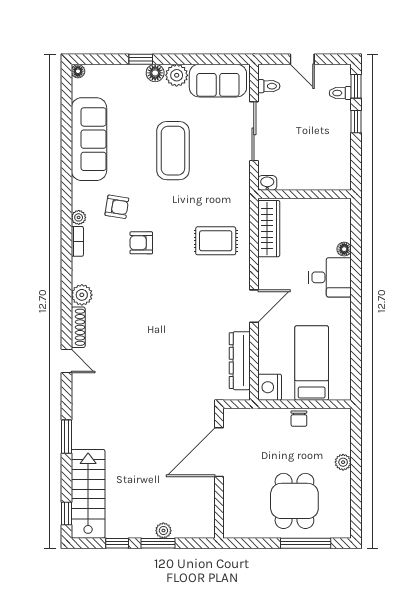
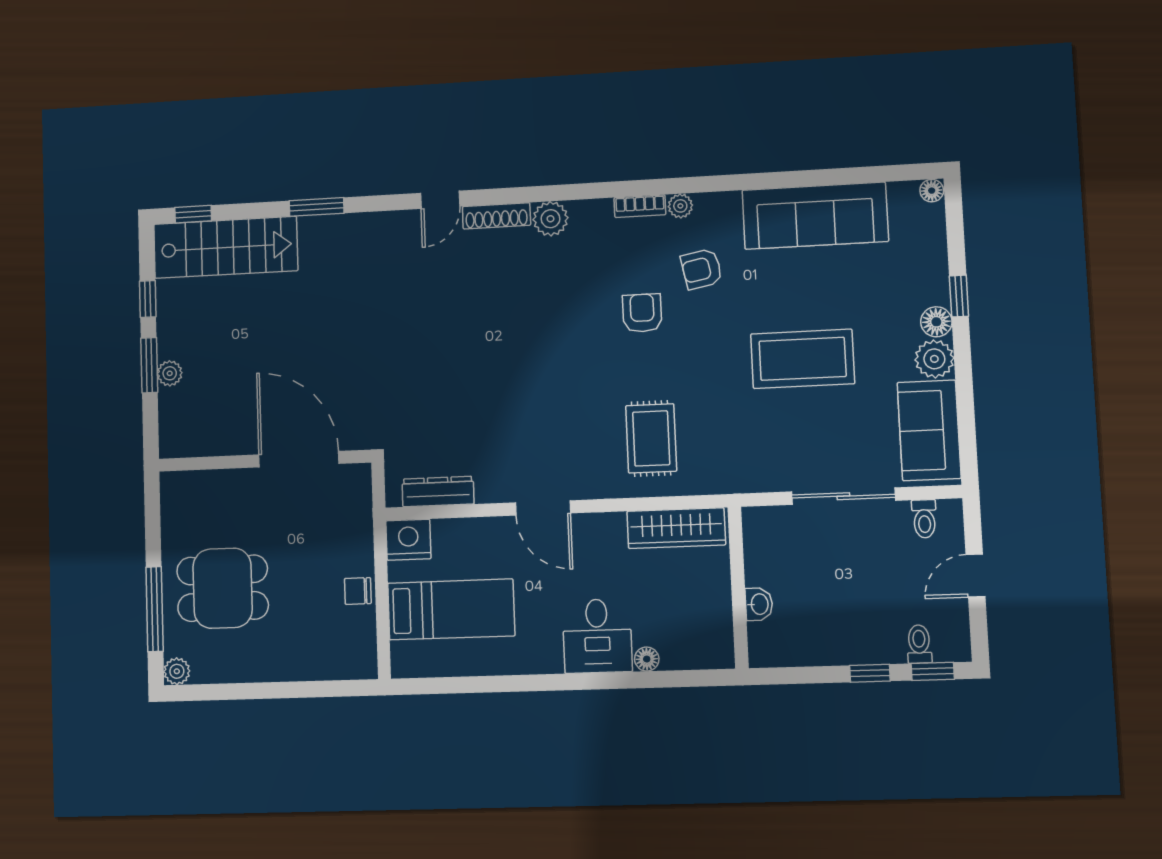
washbasin: (267, 183) -> (759, 604), moved
armchair: (117, 207) -> (702, 269), turned 70
dresser: (240, 361) -> (438, 491), width x0.73, depth x0.80
plant: (343, 462) -> (177, 671), moved

